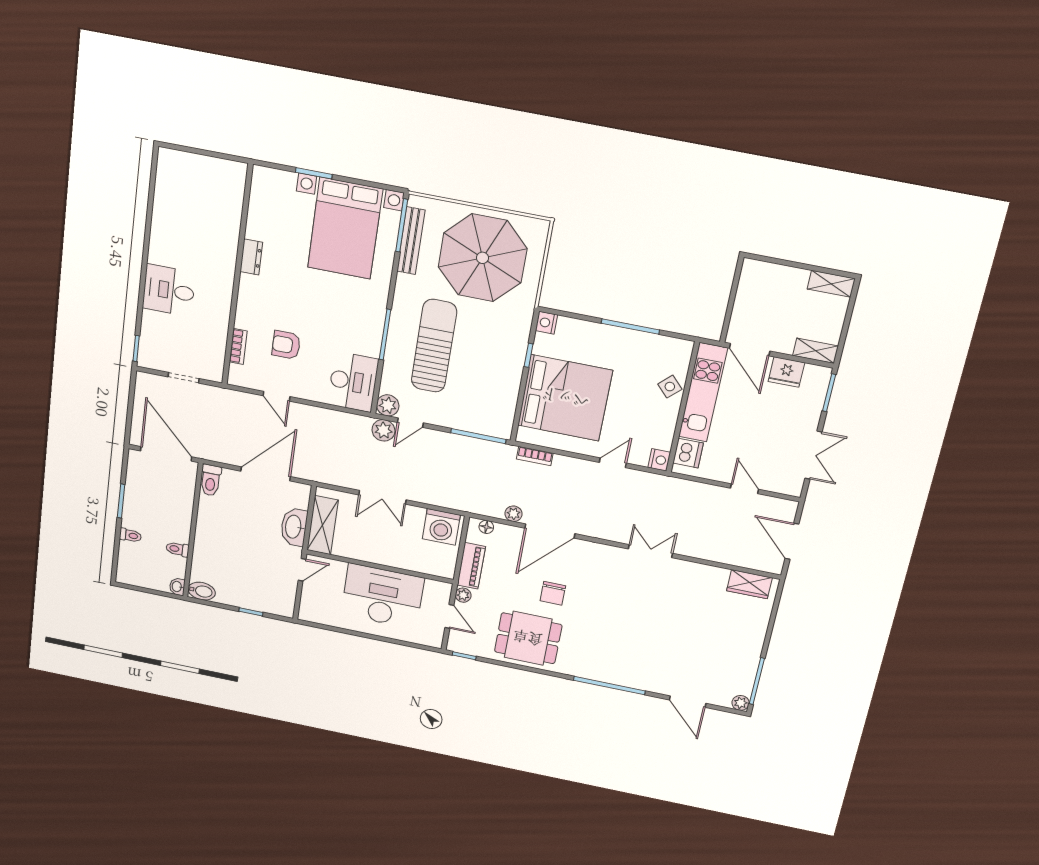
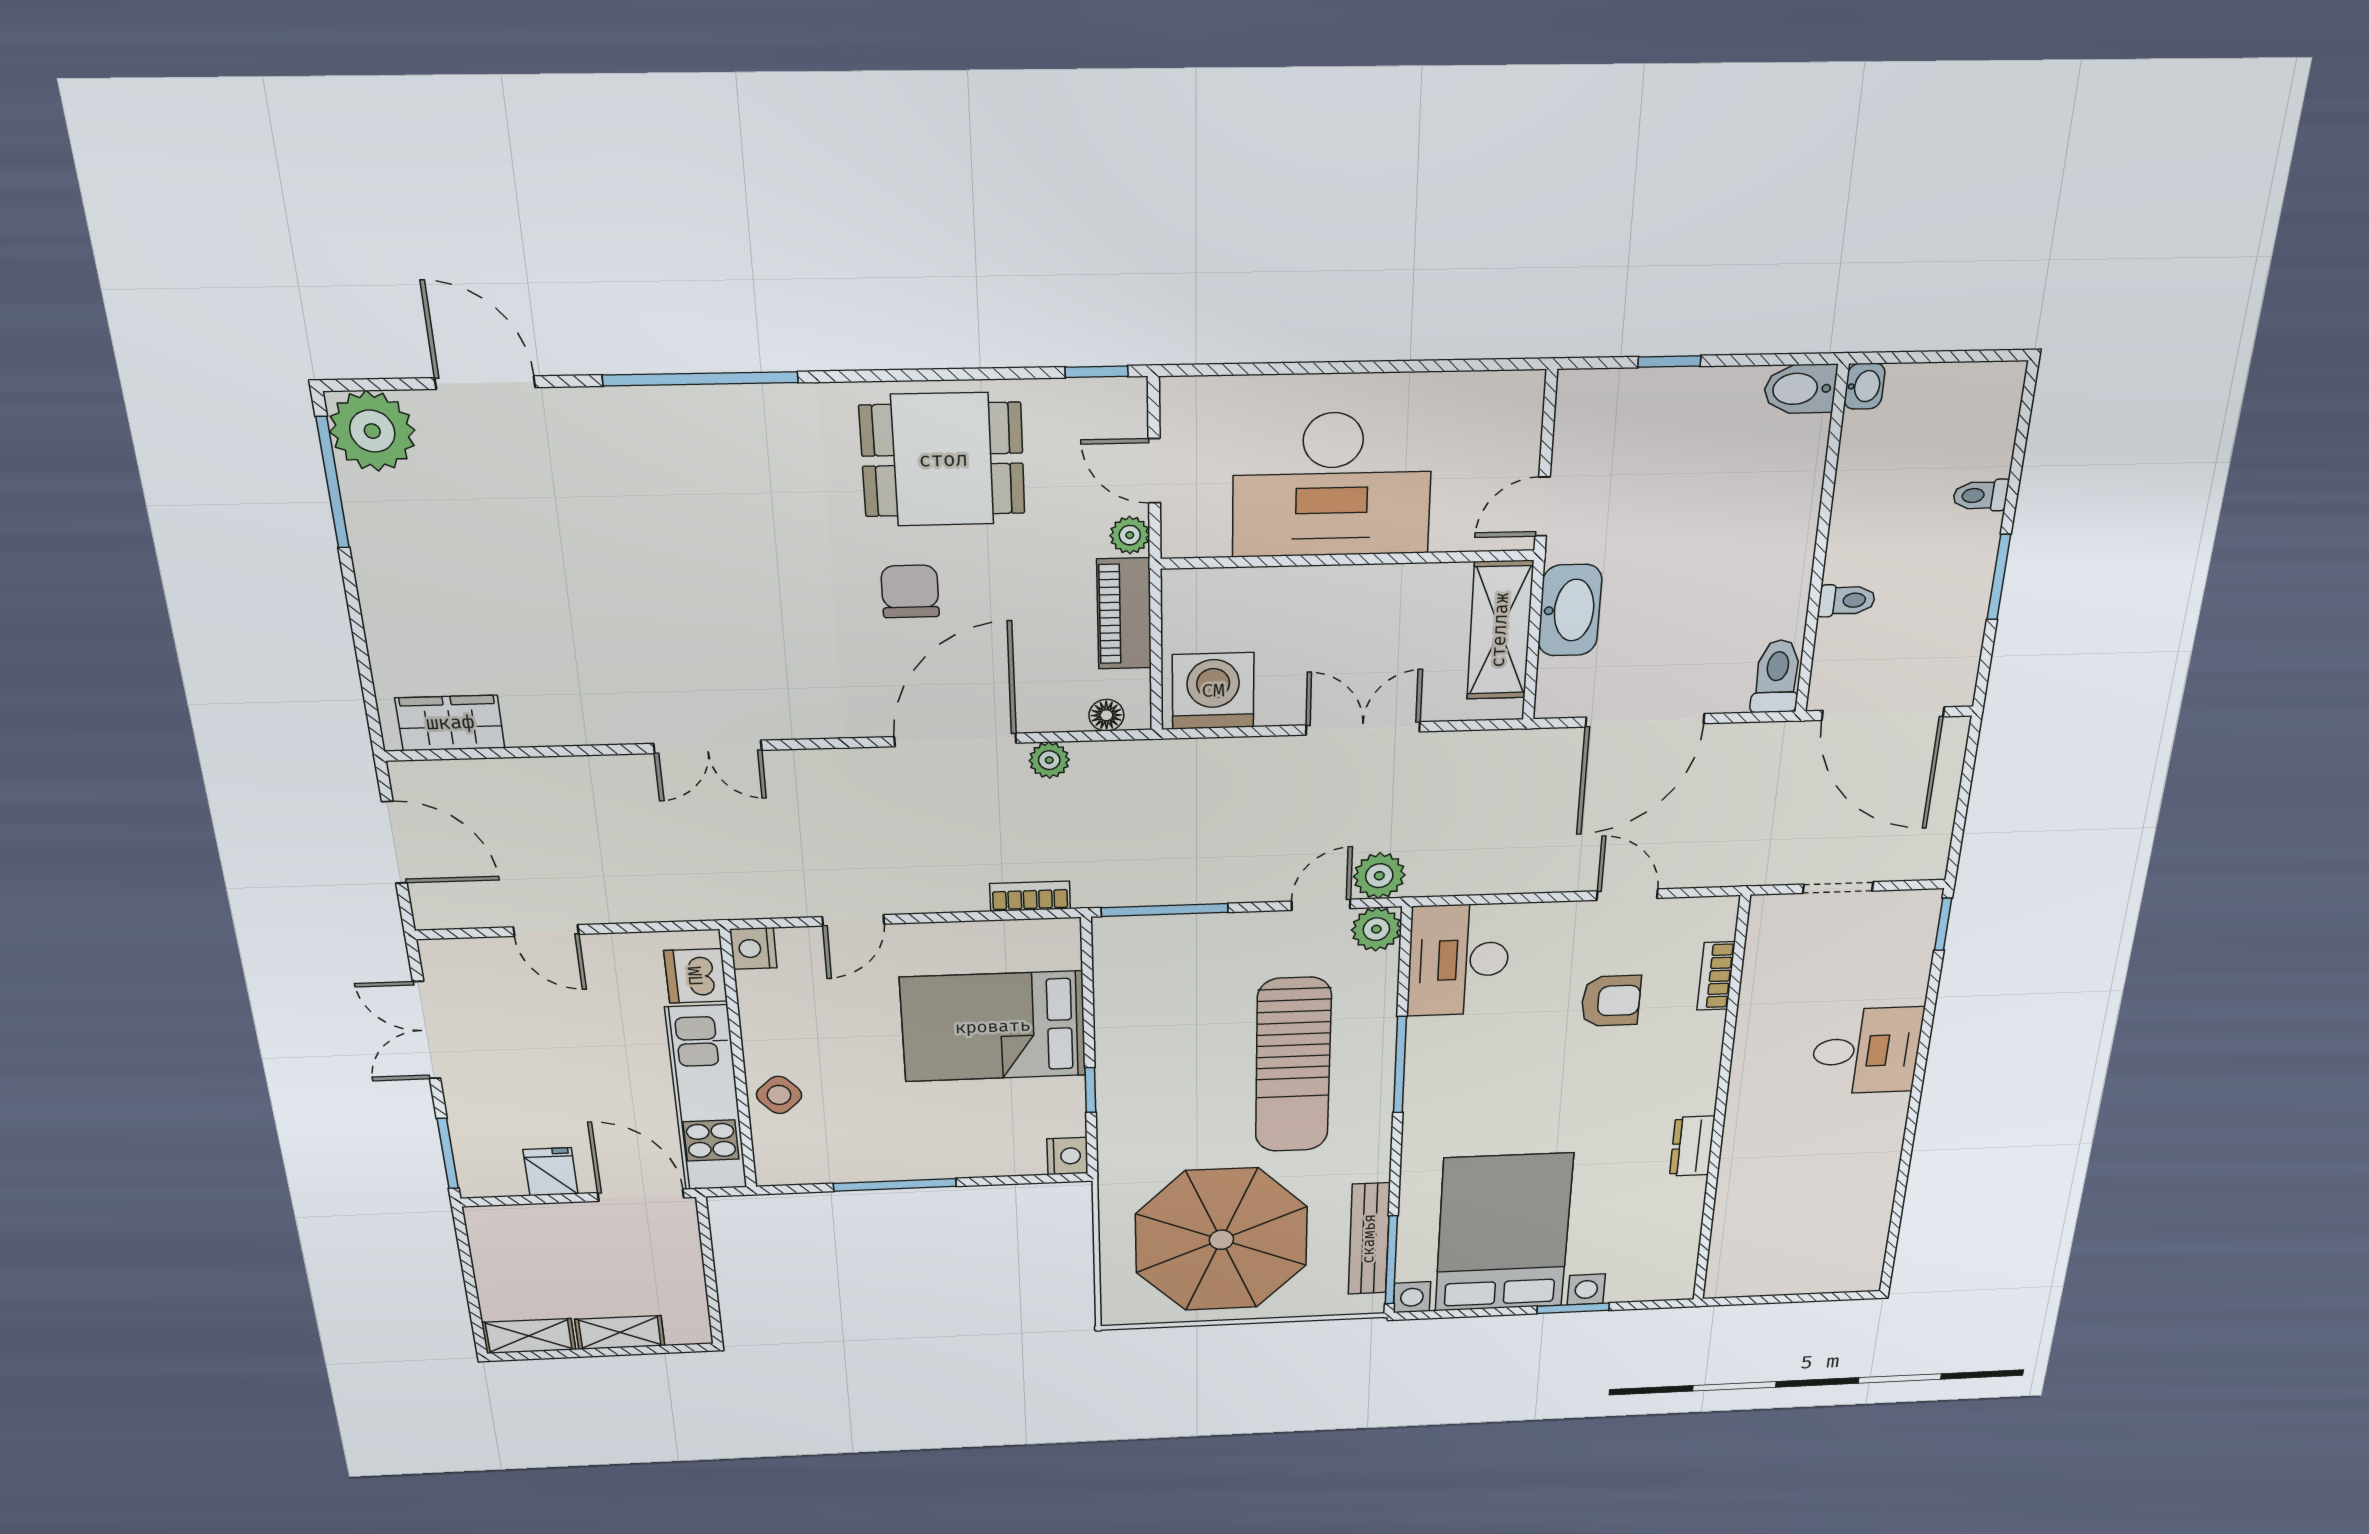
shelving: (816, 351) -> (620, 1333), moved
fridge: (786, 372) -> (551, 1172), width x0.72
bed: (565, 398) -> (993, 1027), width x0.73
toilet: (177, 549) -> (1847, 600), moved
plant: (741, 703) -> (372, 431), width x1.87, depth x1.87

